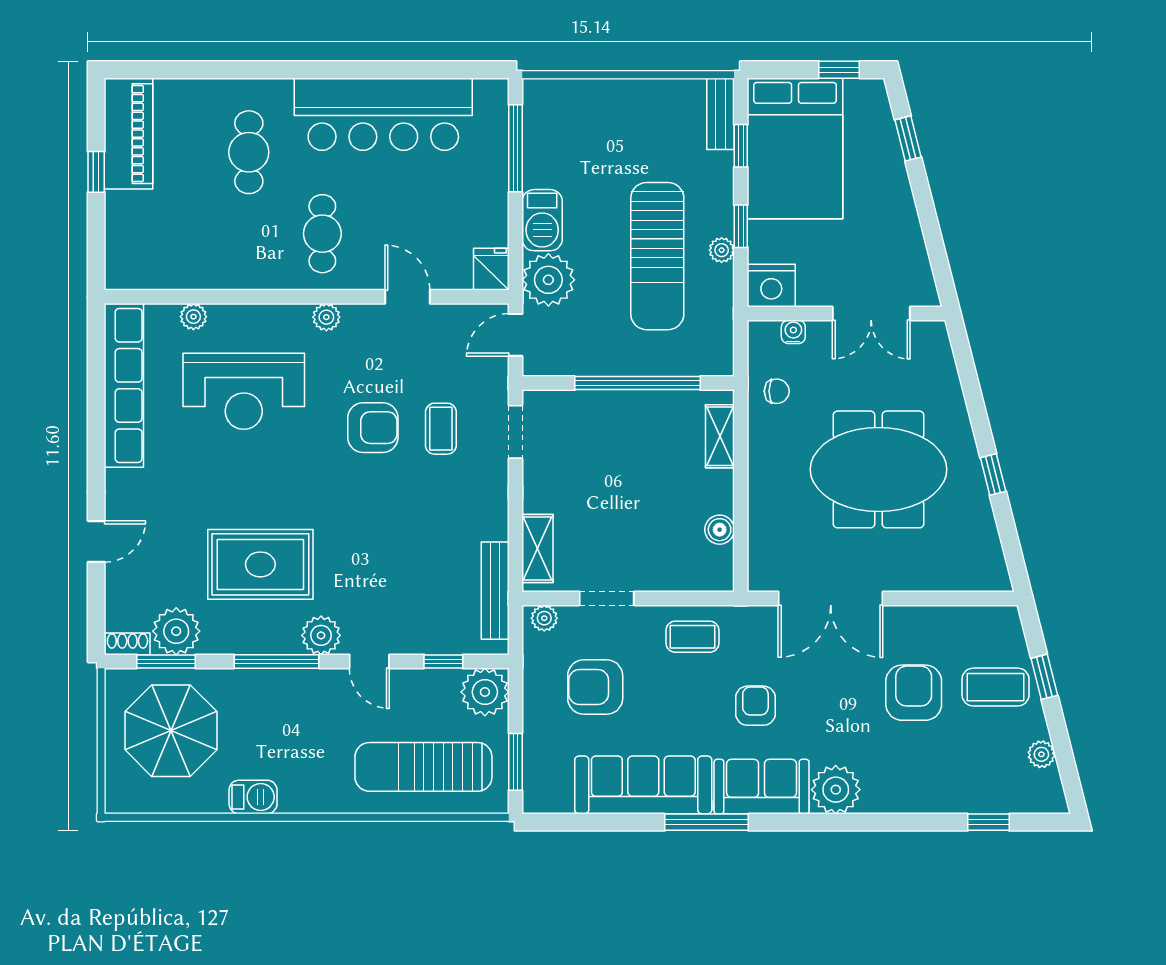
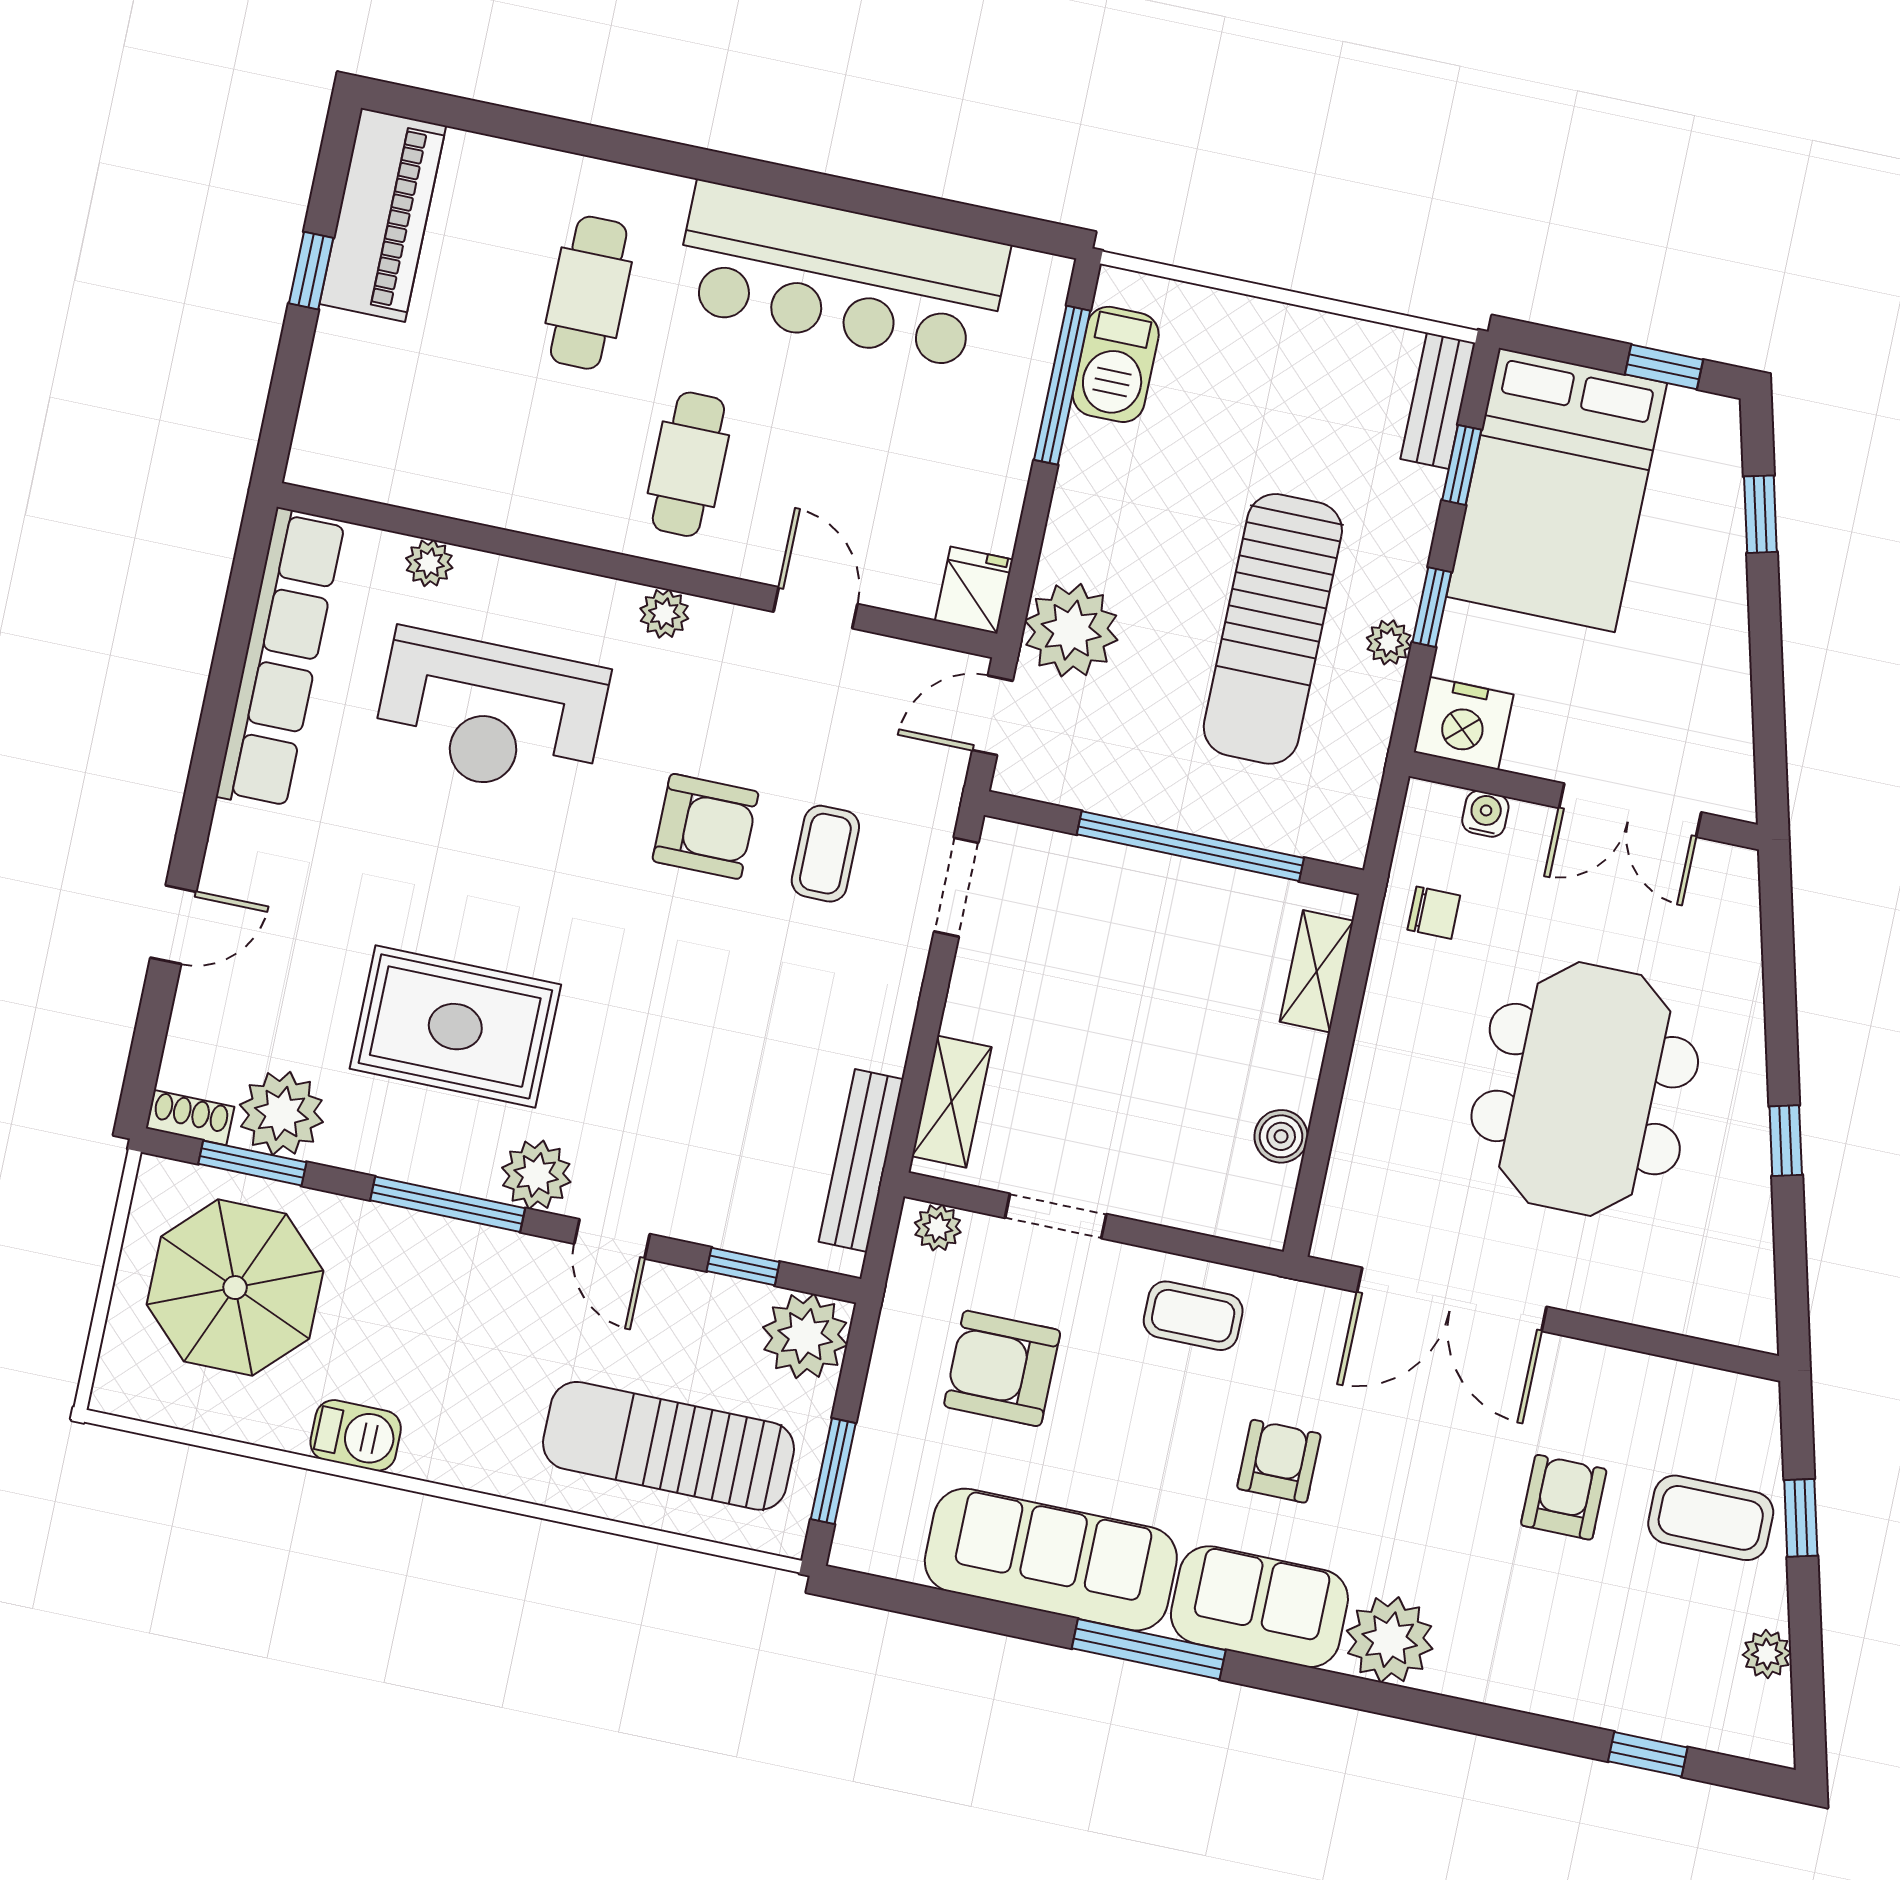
barbecue: (542, 220) -> (1116, 364), moved
meeting table: (878, 469) -> (1585, 1089), turned 90
armchair: (914, 693) -> (1564, 1497), width x0.72, depth x0.72

